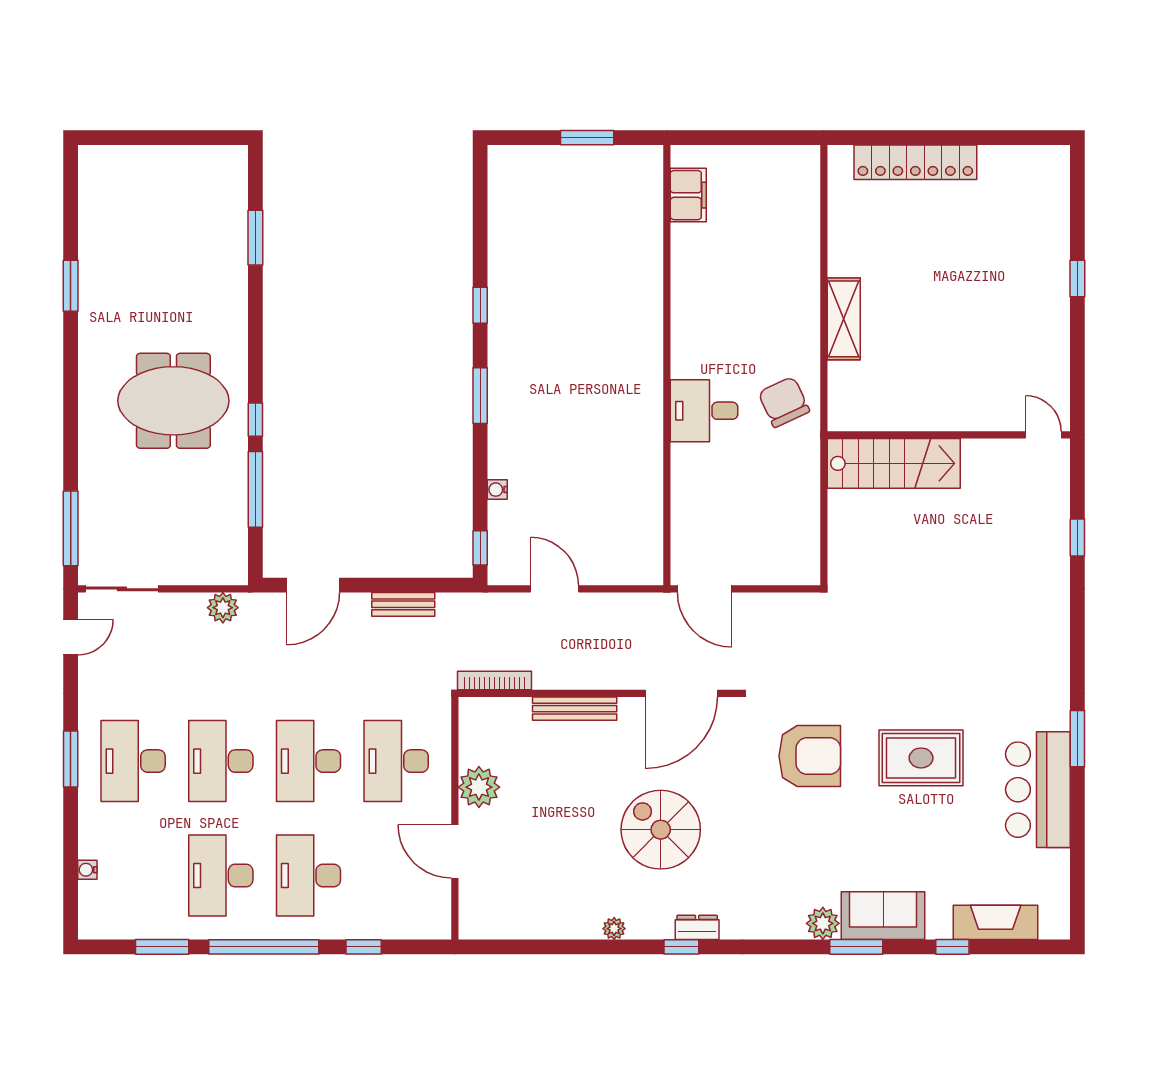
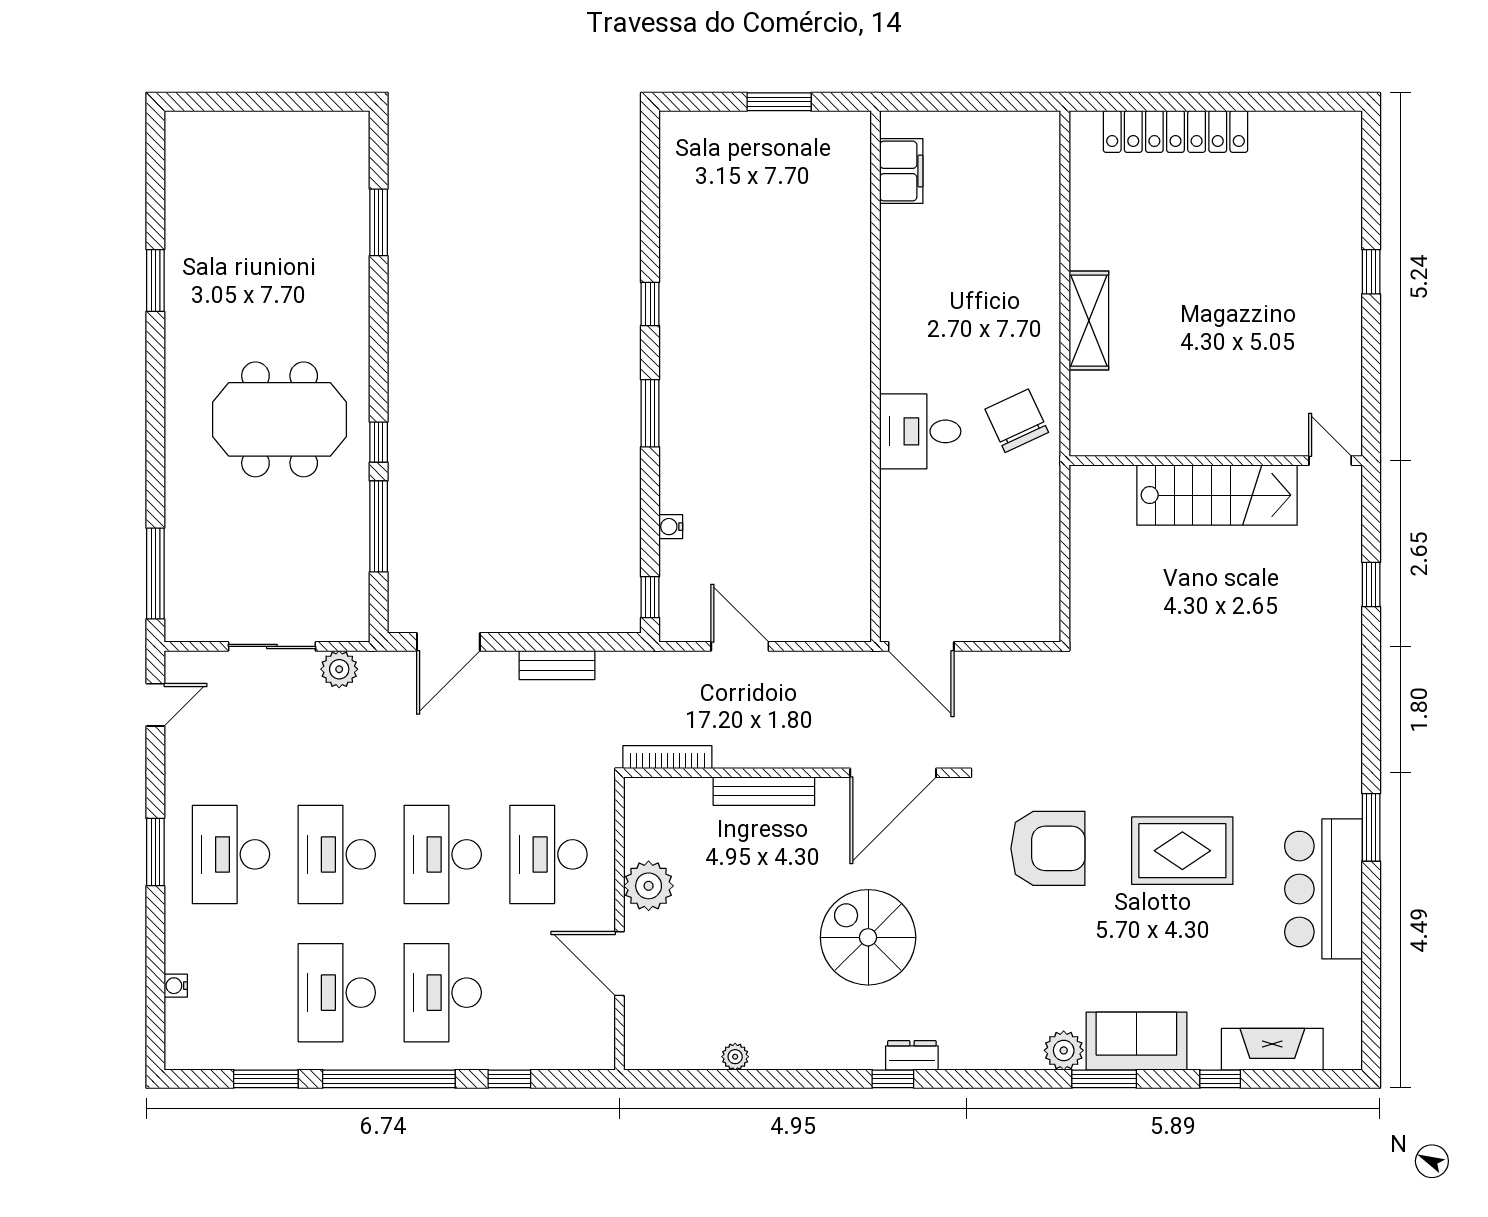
stairs: (894, 463) -> (1217, 495), moved
sliding door: (122, 589) -> (272, 646), moved
plant: (614, 929) -> (735, 1057), moved

